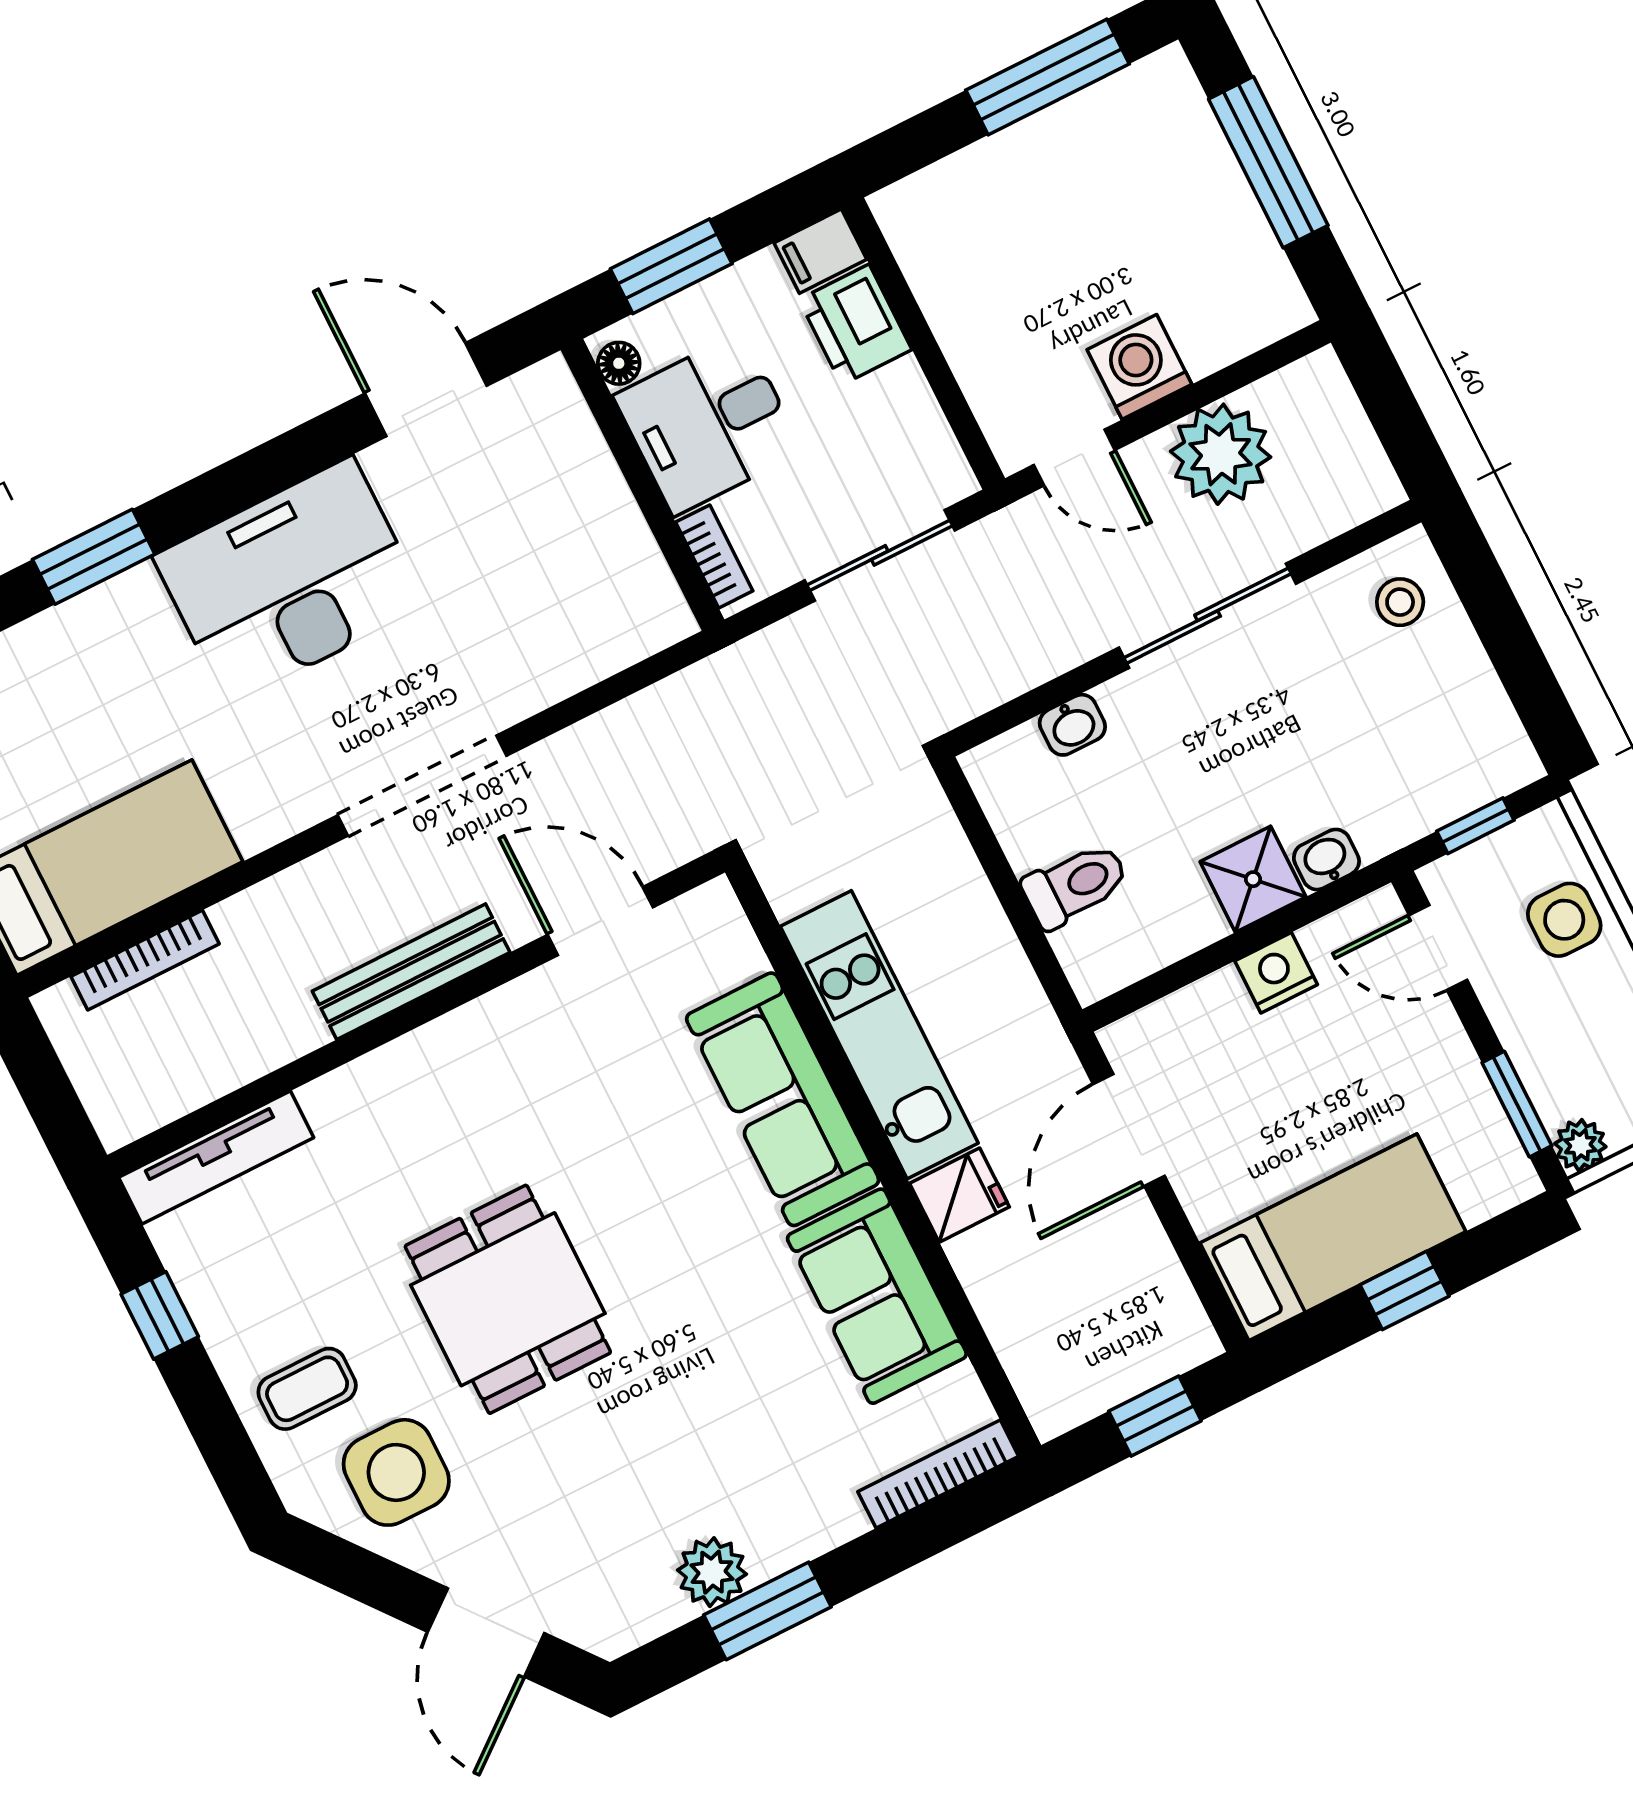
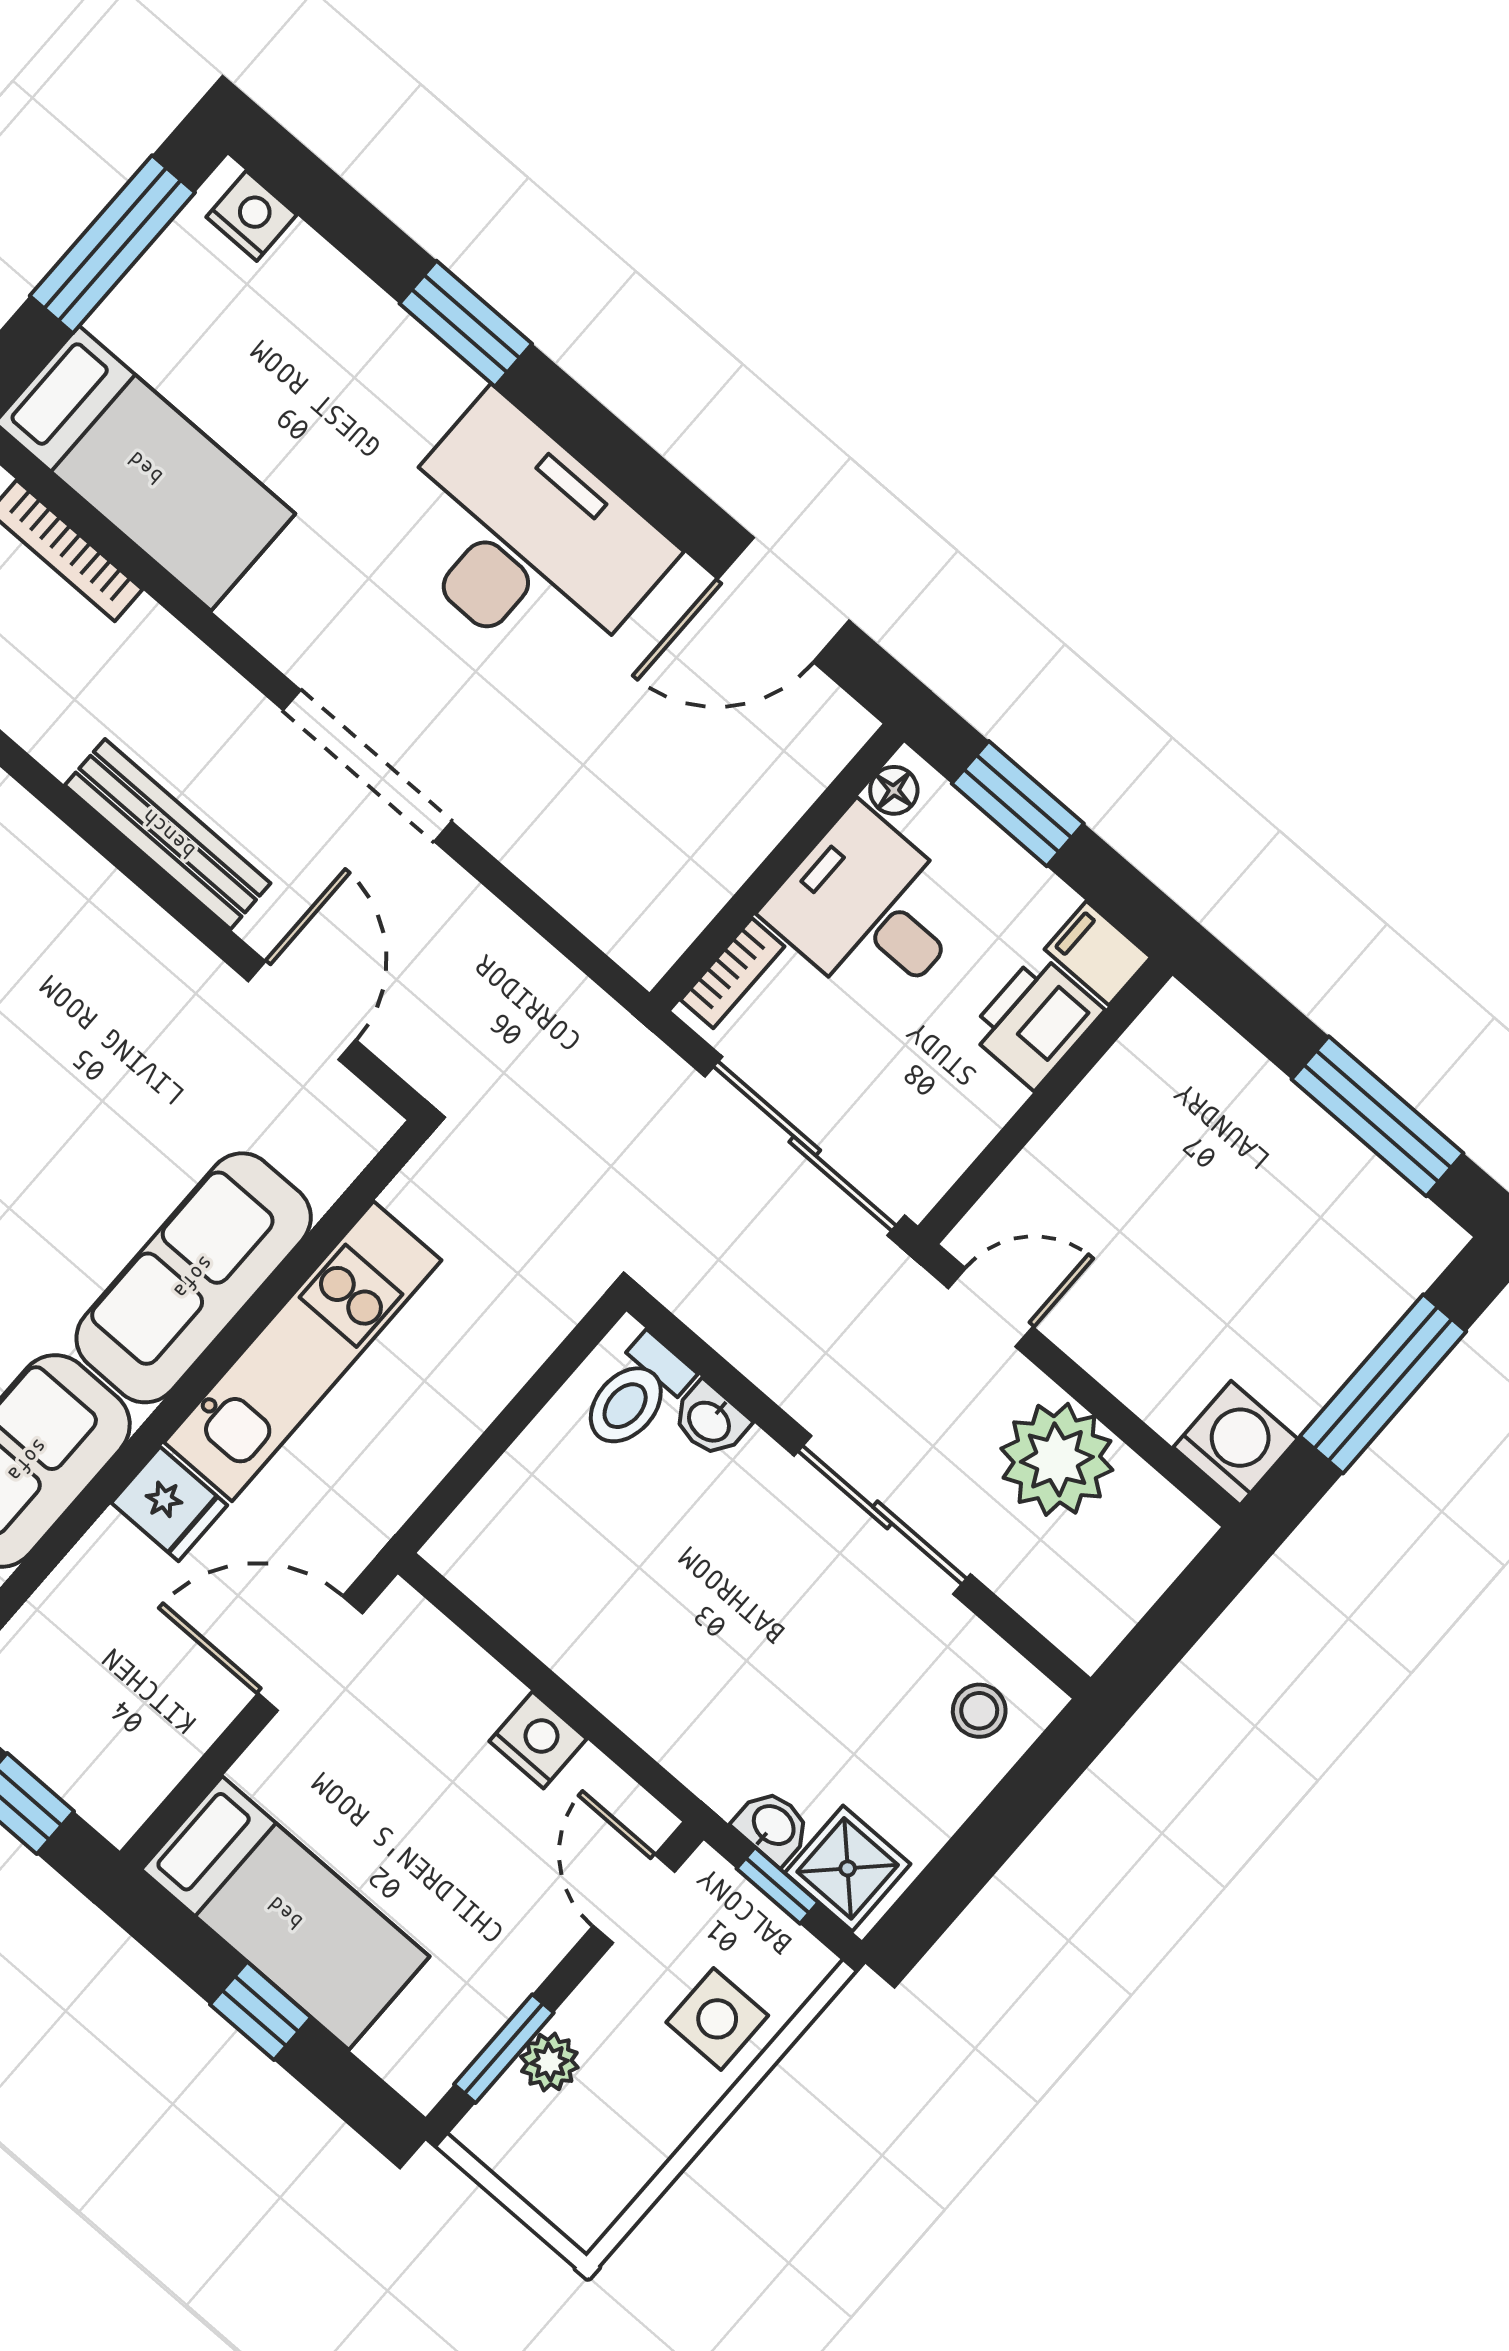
washing machine: (1139, 367) -> (1235, 1443), moved
door: (426, 390) -> (783, 600), swing flipped
door: (1074, 458) -> (991, 1308), swing flipped
sliding door: (880, 555) -> (805, 1146), width x1.37
washbasin: (1326, 859) -> (773, 1826), moved
shower: (1253, 879) -> (848, 1868), moved
toilet: (1075, 885) -> (635, 1394), moved, turned 90
plant: (1580, 1145) -> (549, 2062), moved

